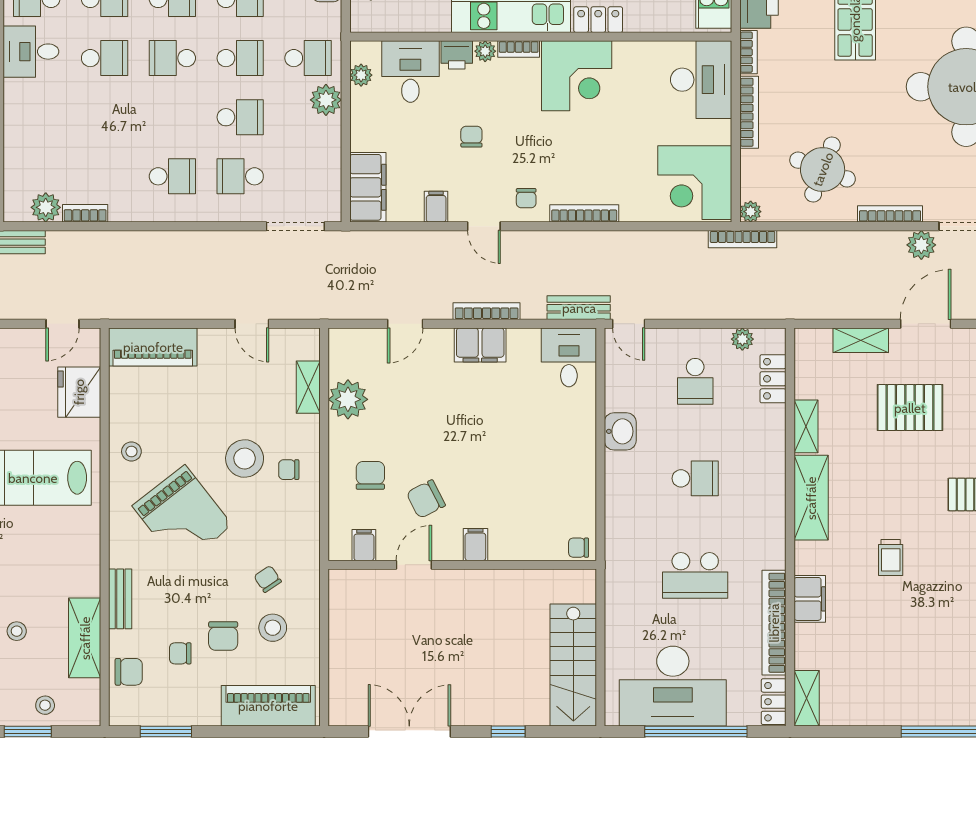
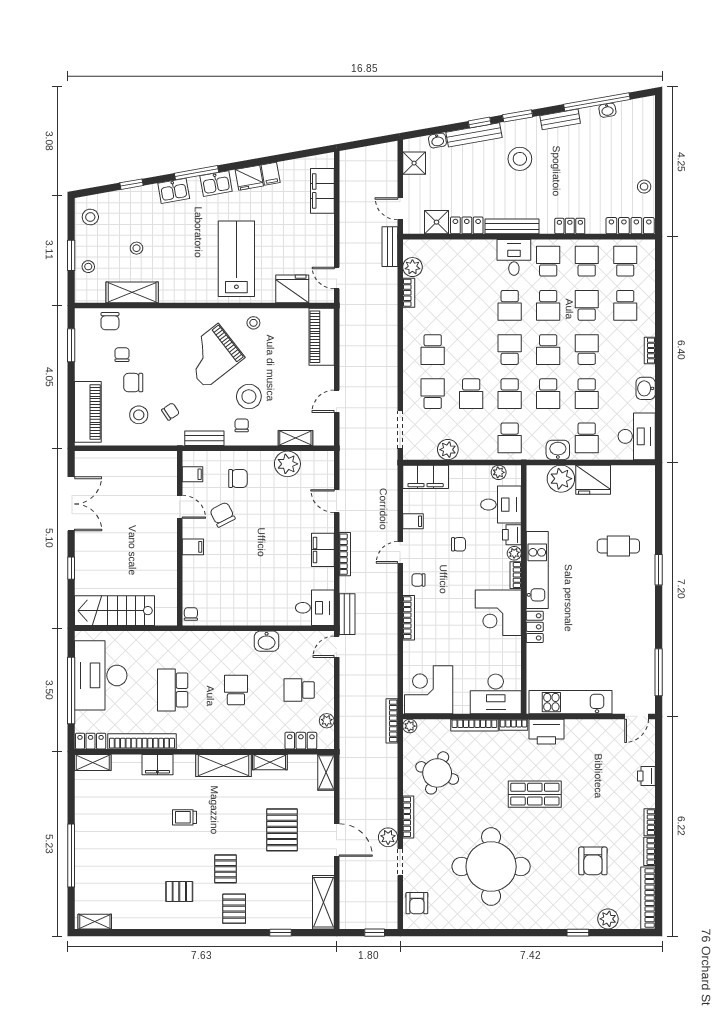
plant: (326, 100) -> (448, 450), moved
shelving: (861, 340) -> (326, 772), moved
school desk: (695, 478) -> (236, 690), turned 180
bench: (120, 599) -> (204, 438), moved

